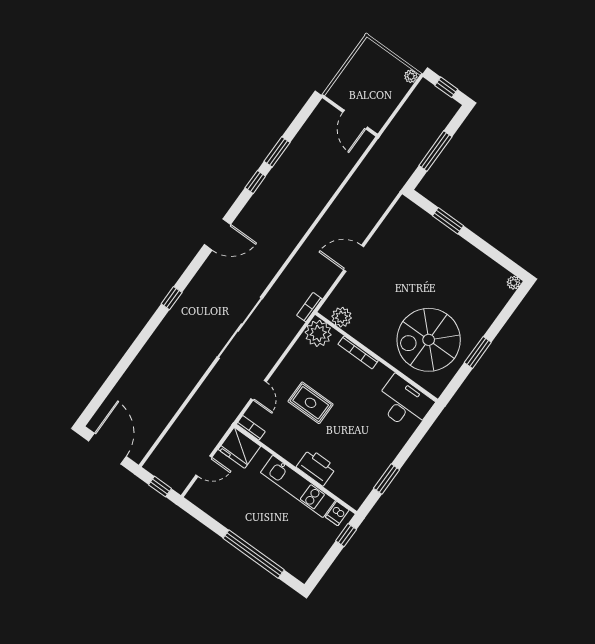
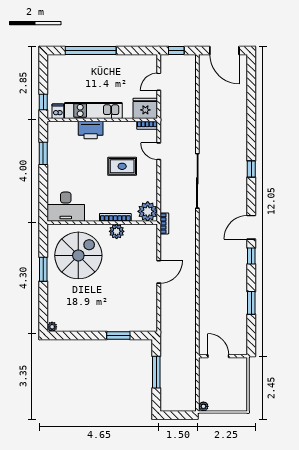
window: (446, 87) -> (177, 415), removed
window: (255, 182) -> (251, 256), moved
plant: (342, 317) -> (117, 231), moved

